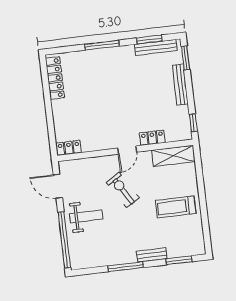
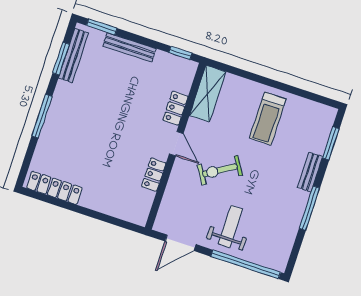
locker: (69, 148) -> (154, 175), moved

